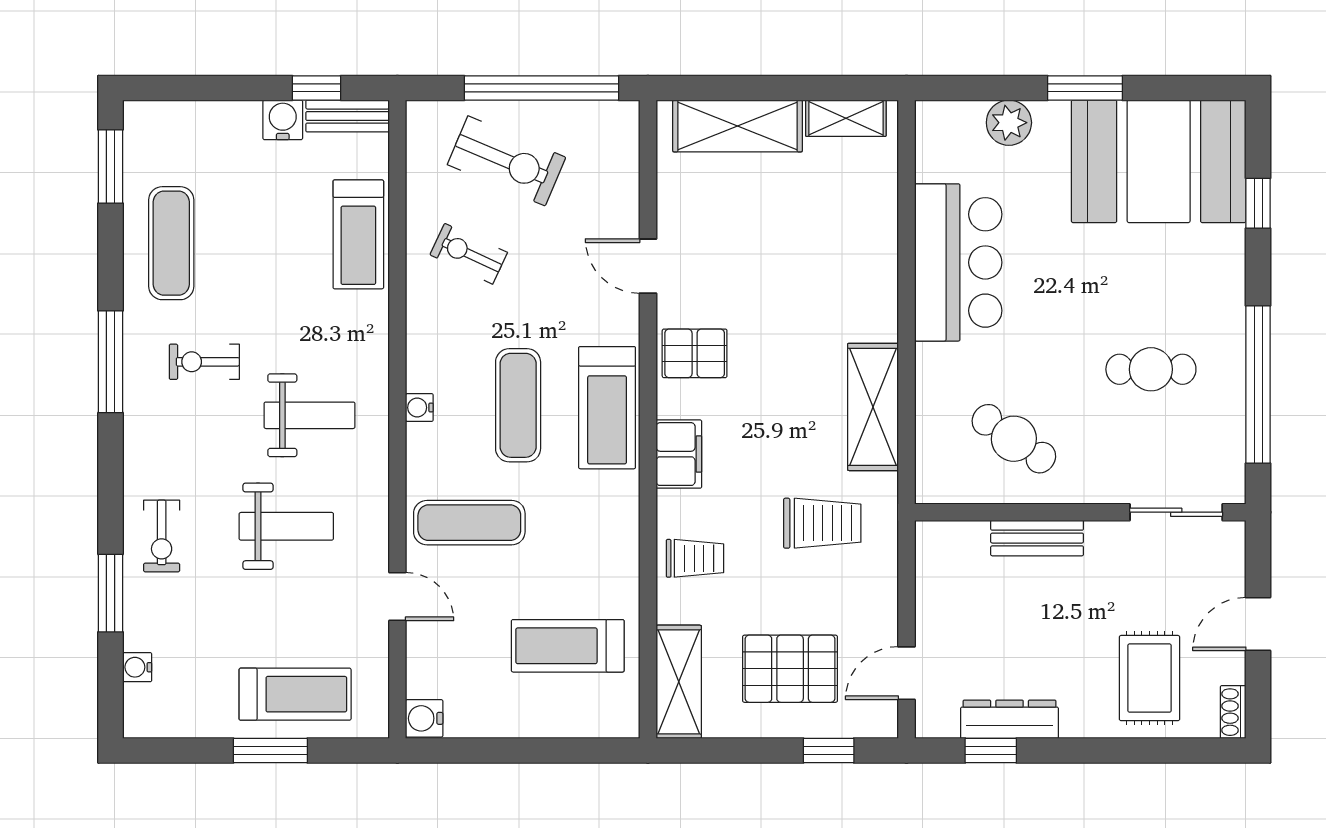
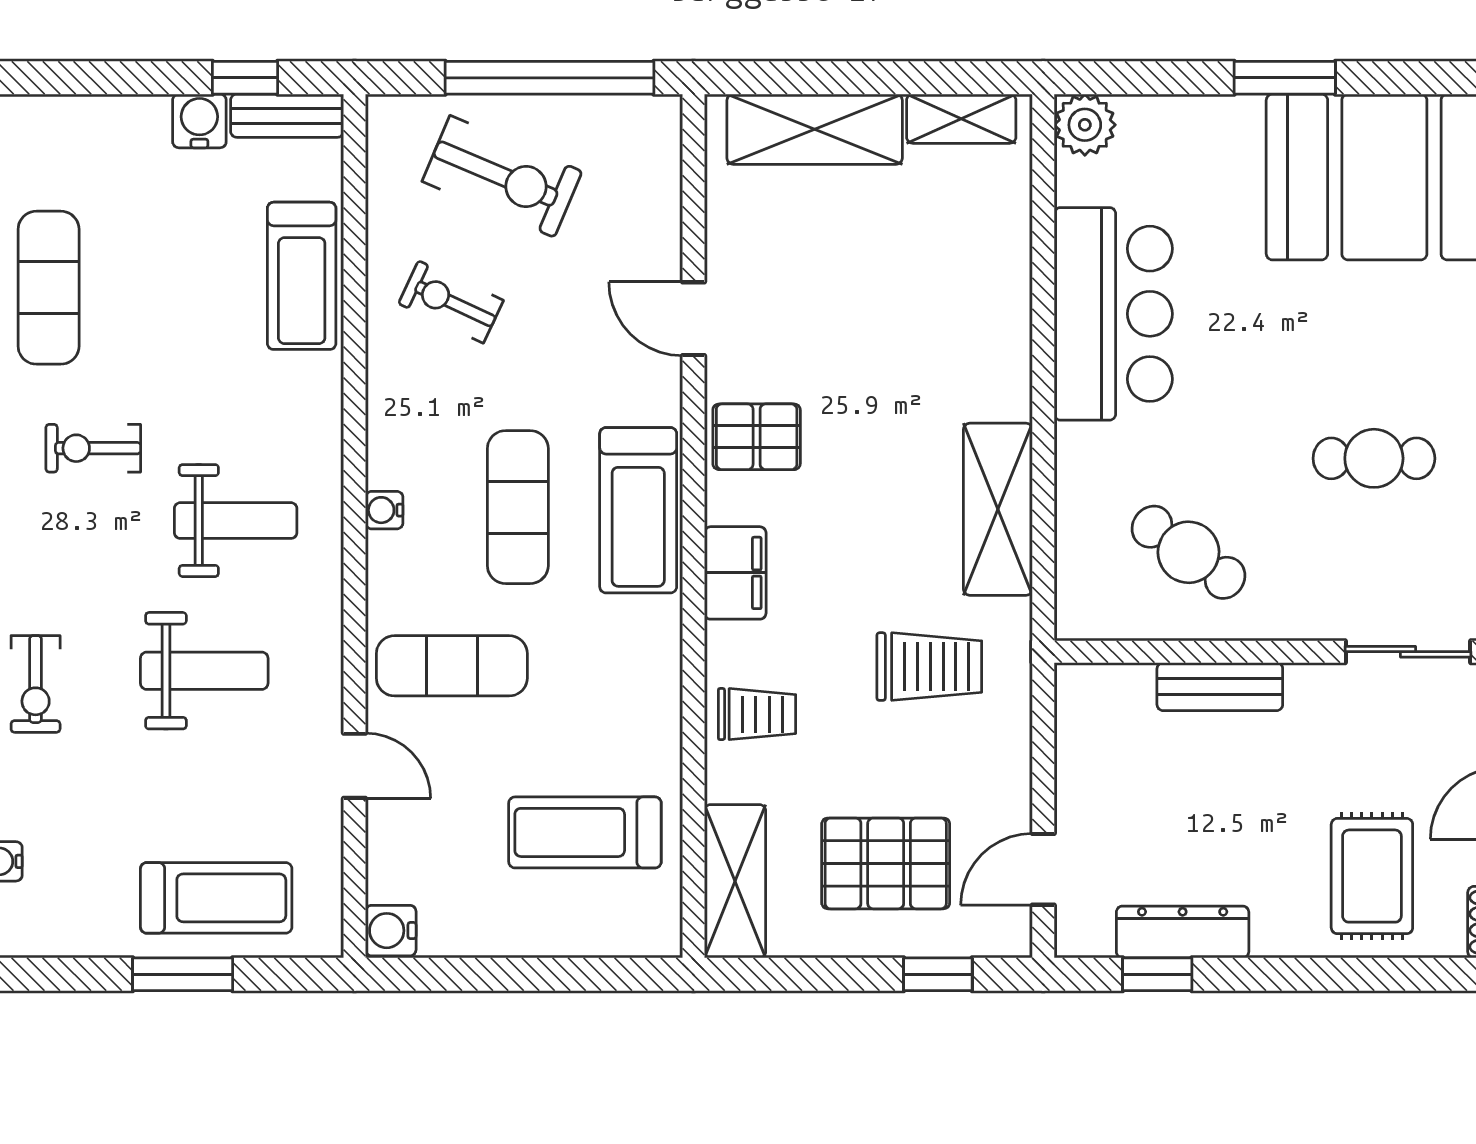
plant: (1009, 123) -> (1085, 125), moved

